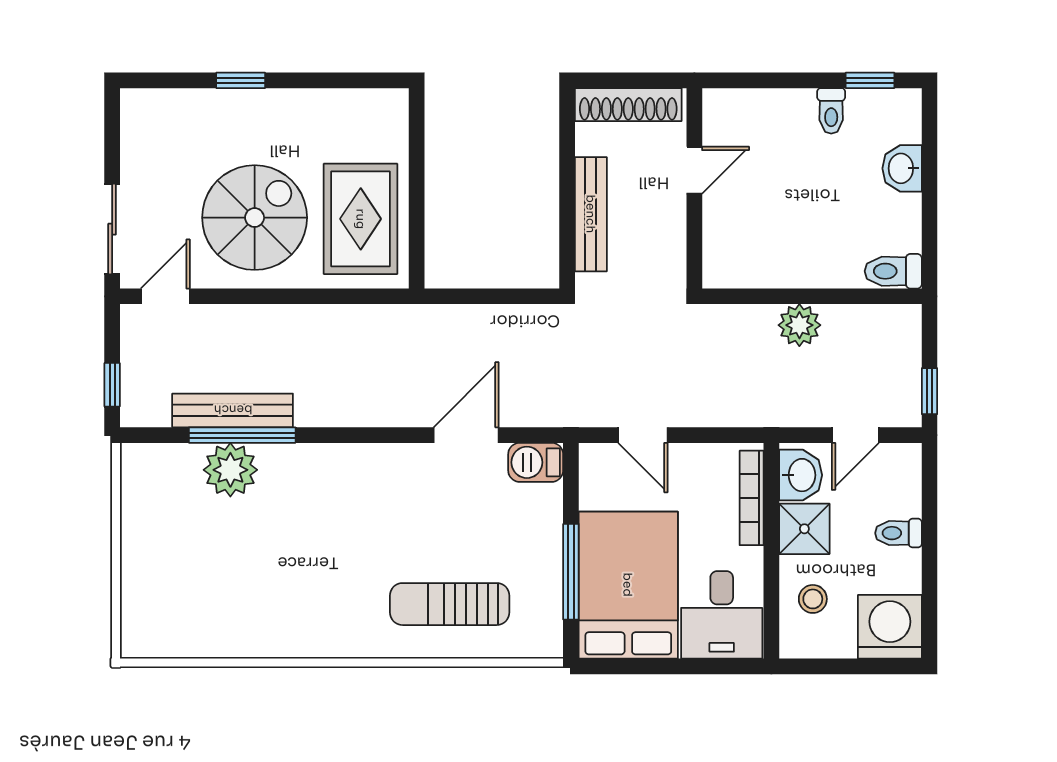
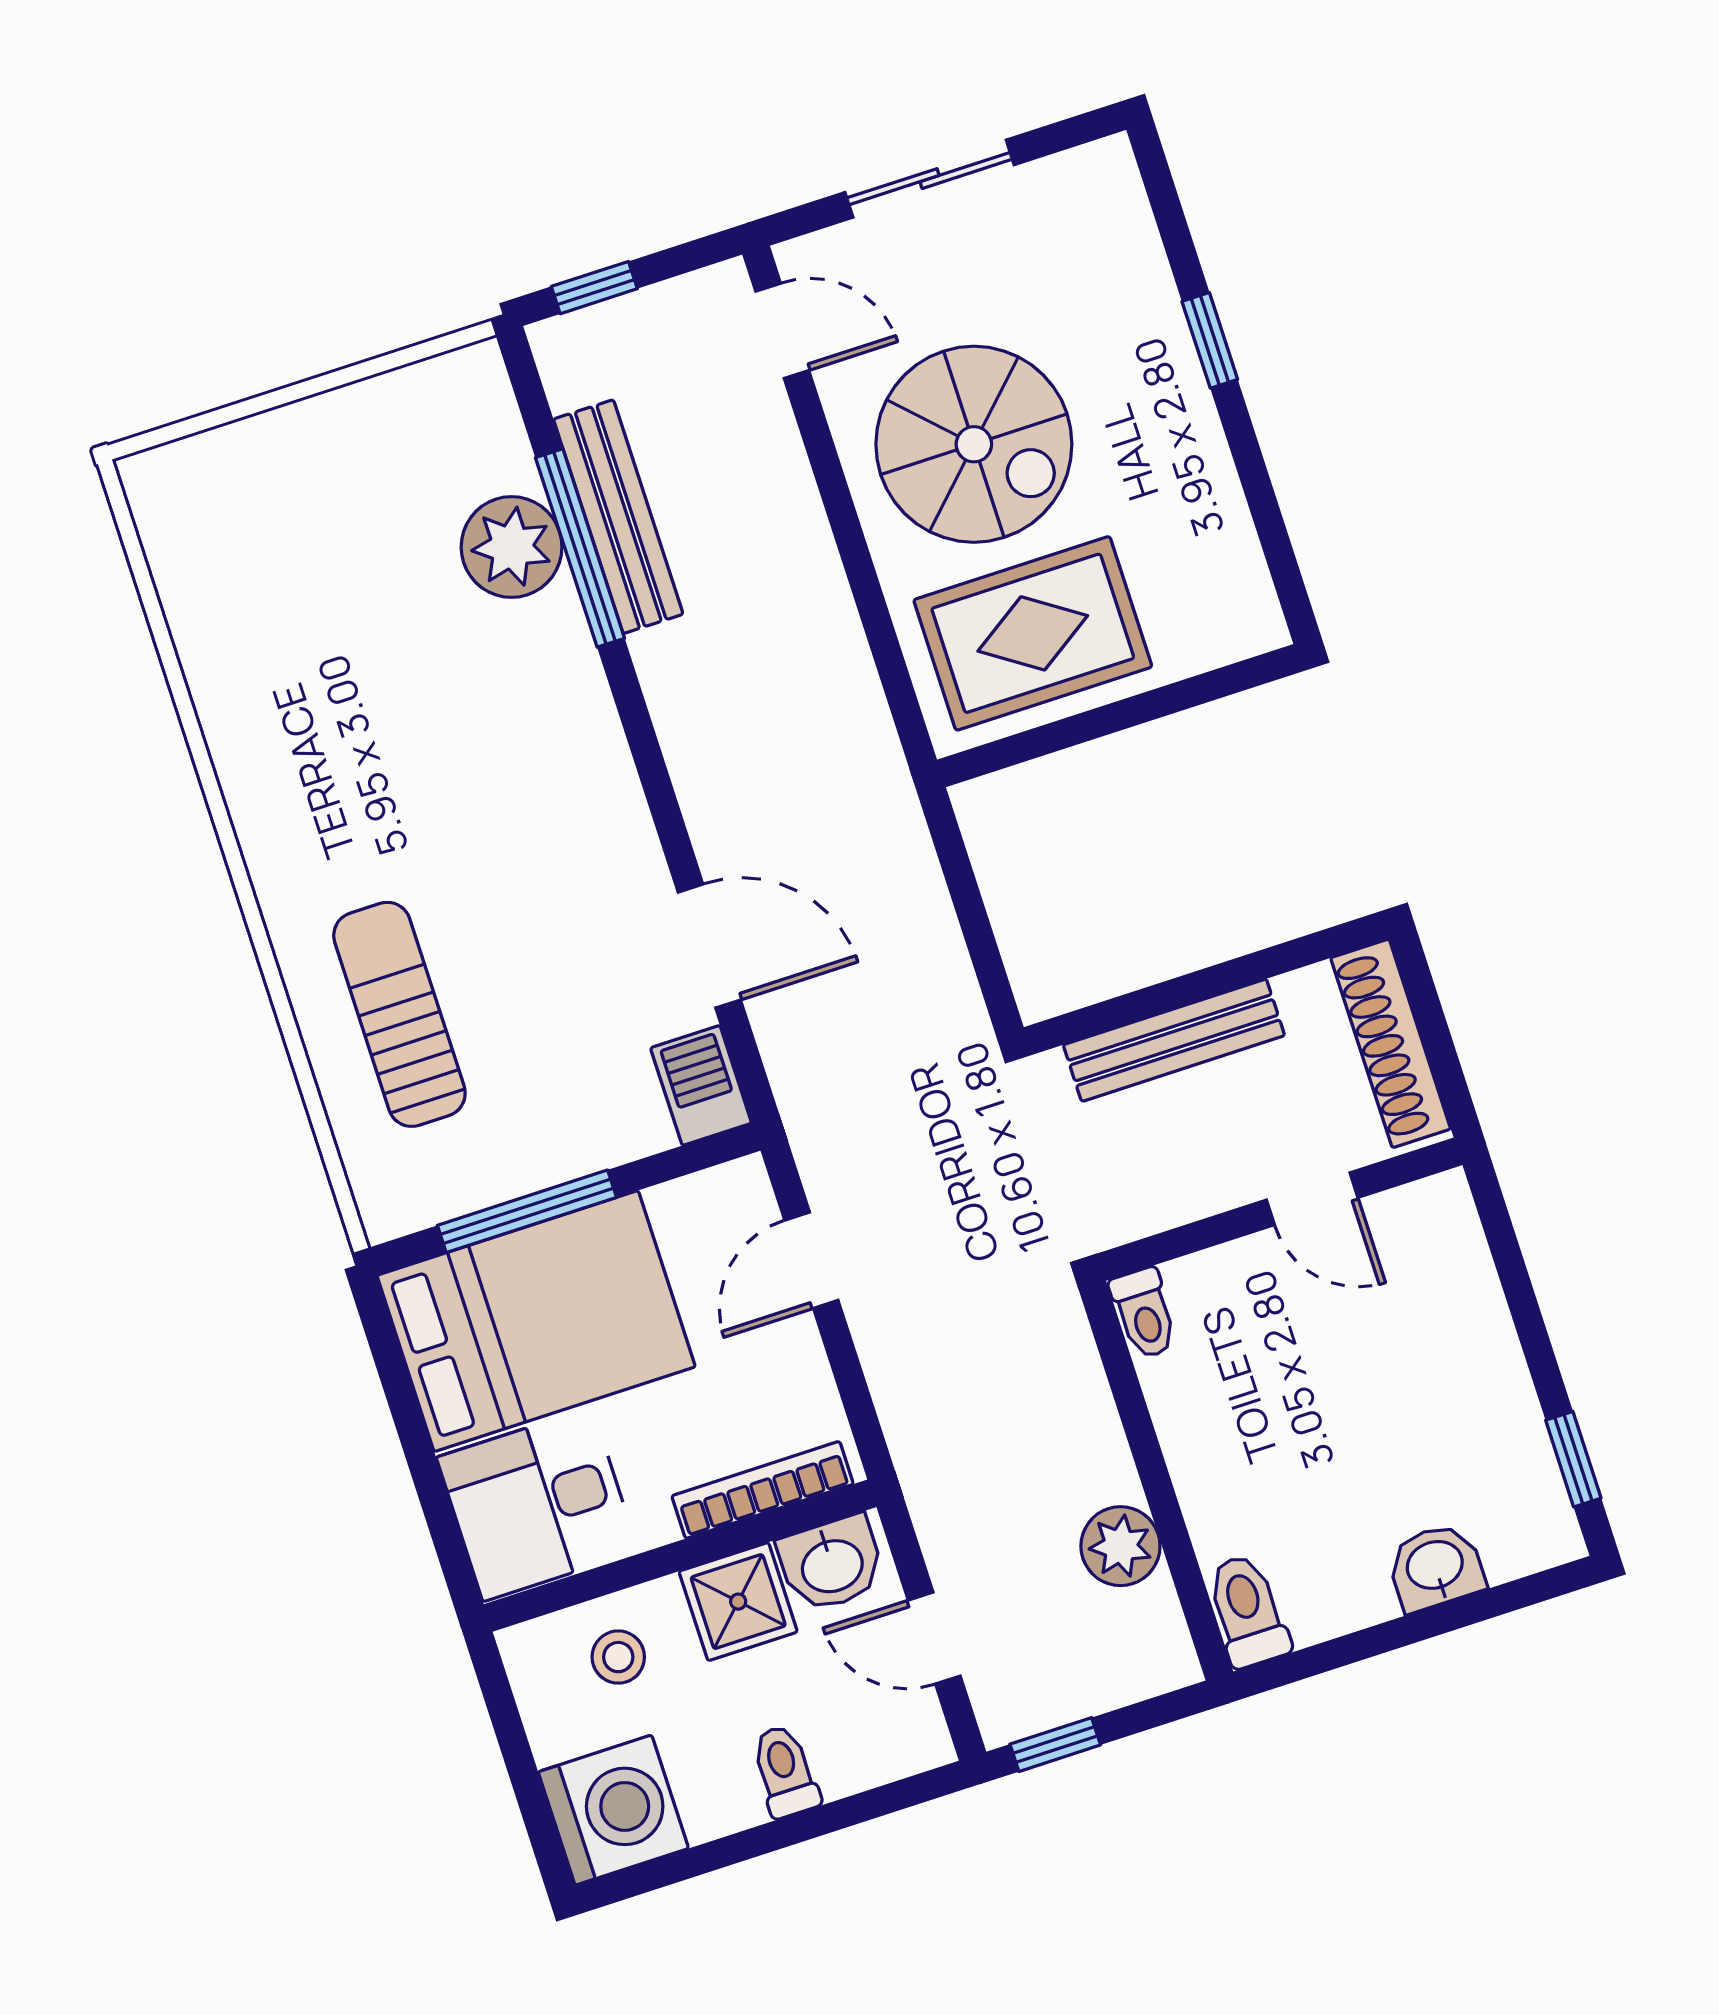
toilet: (831, 111) -> (1144, 1313), moved, turned -90
sliding door: (112, 229) -> (930, 179), moved
plant: (799, 325) -> (1120, 1546), moved

